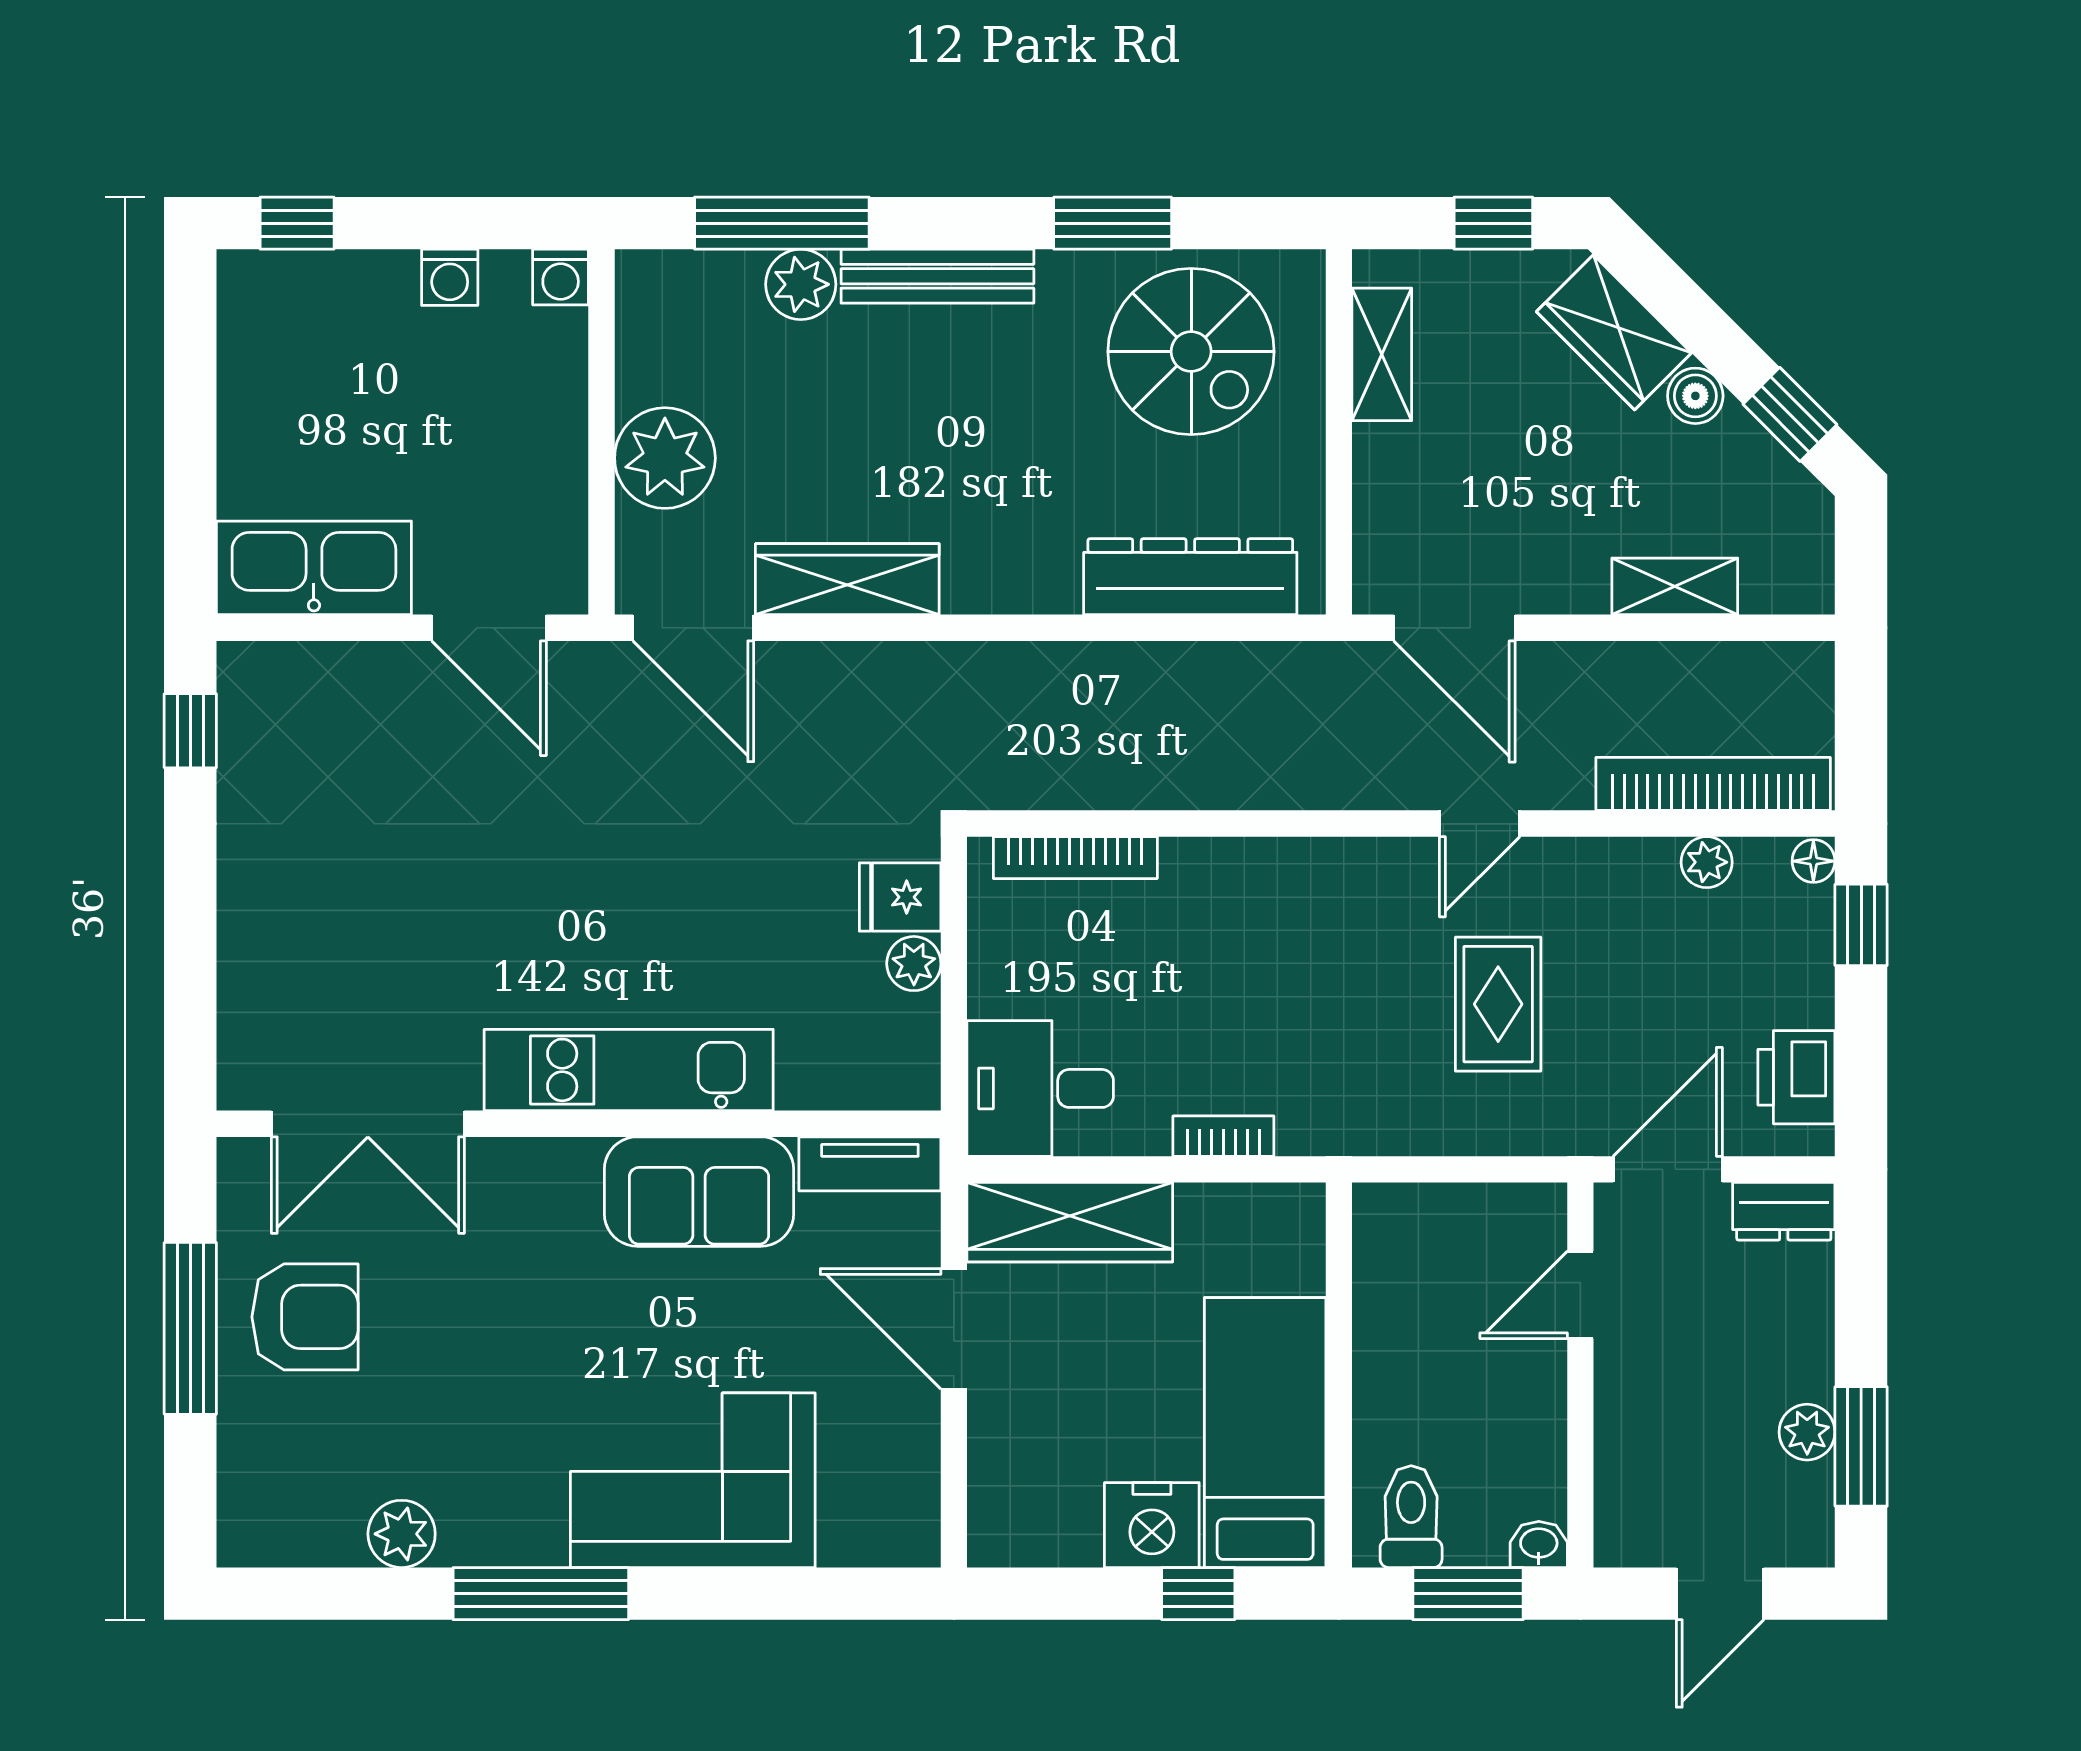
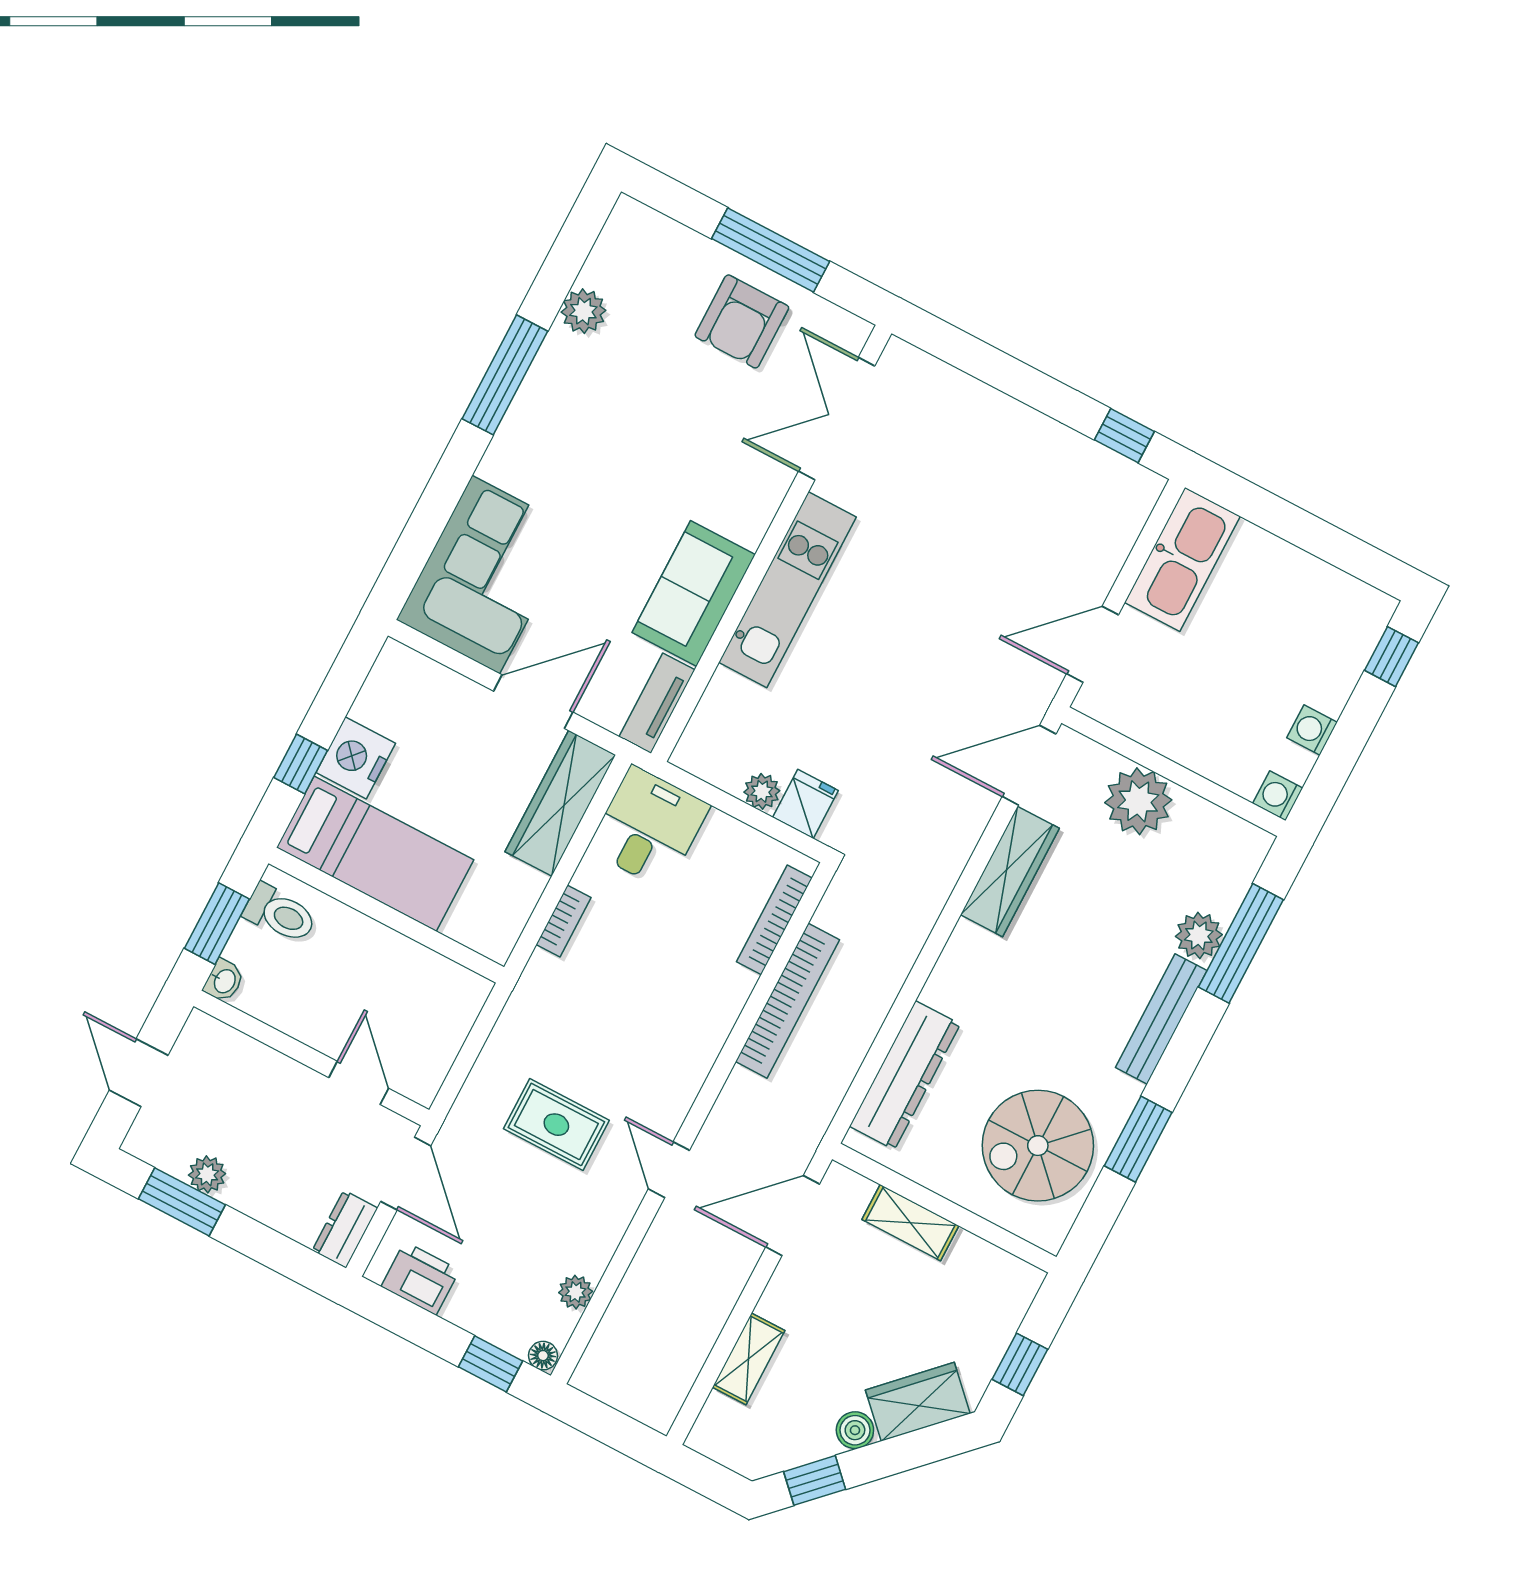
shelving: (1382, 354) -> (910, 1223), moved
bookcase: (1713, 784) -> (788, 1001), moved
corner sofa: (693, 1480) -> (486, 575), moved

